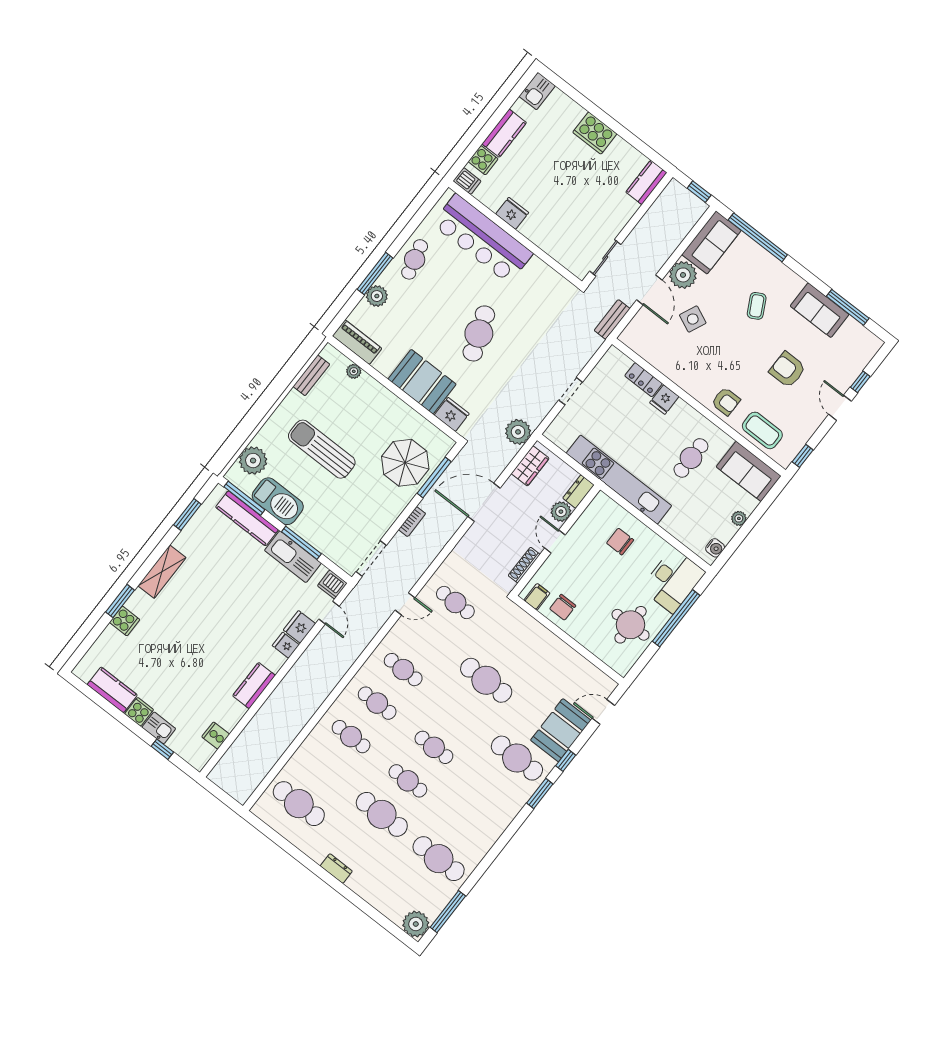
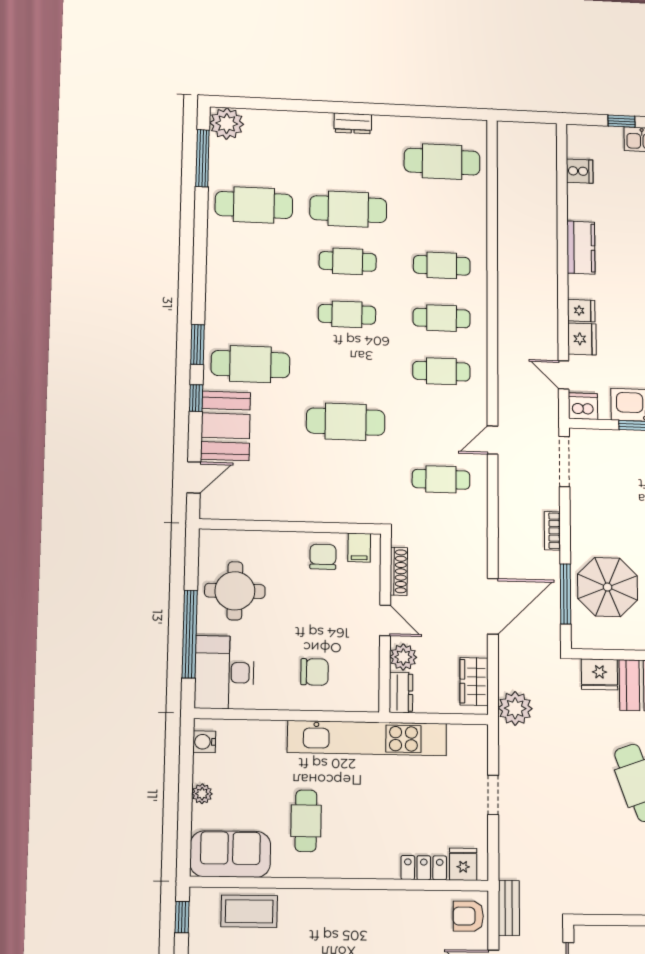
fridge: (664, 400) -> (463, 864), moved
armchair: (726, 401) -> (468, 916), moved

